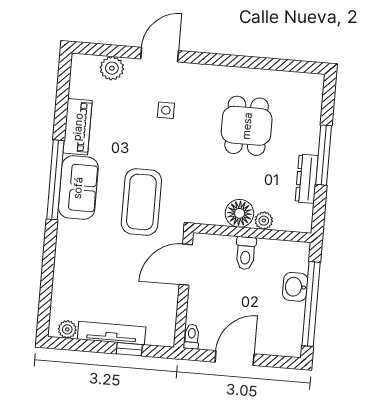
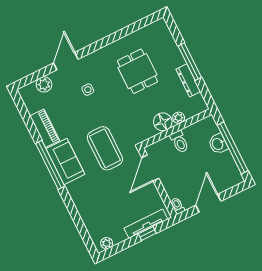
tv unit: (112, 333) -> (146, 224), moved

